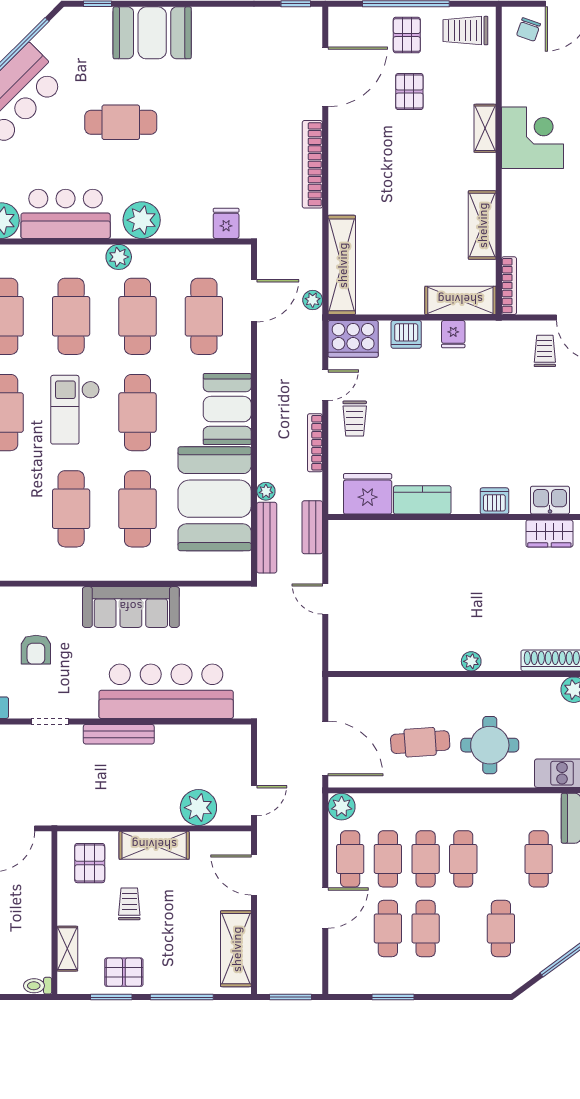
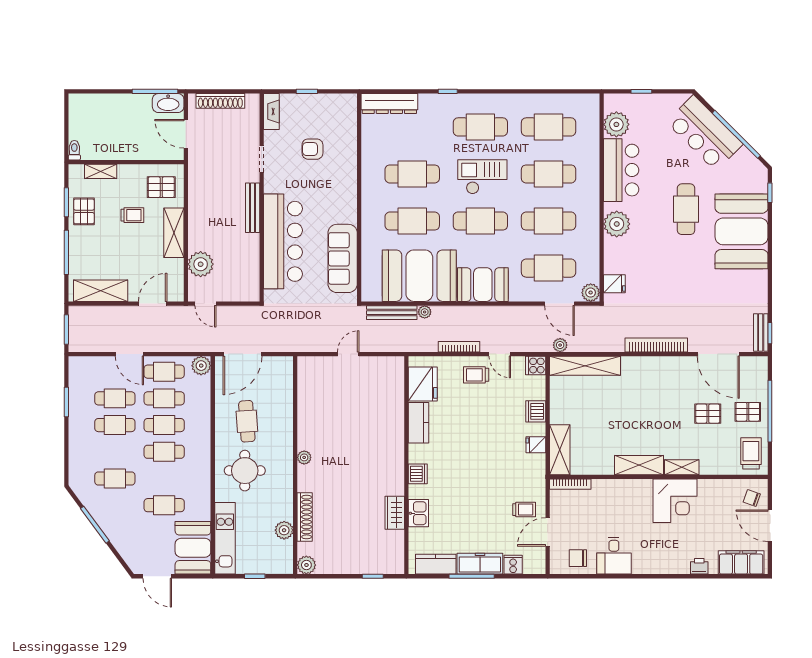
booth: (152, 33) -> (742, 231), width x1.36, depth x1.42
shelving: (482, 225) -> (639, 465), moved
plant: (119, 257) -> (591, 293), moved
cooker: (353, 339) -> (536, 366), width x0.53, depth x0.76
bench: (312, 527) -> (761, 333), moved, turned 90
sofa: (131, 607) -> (343, 258), moved

